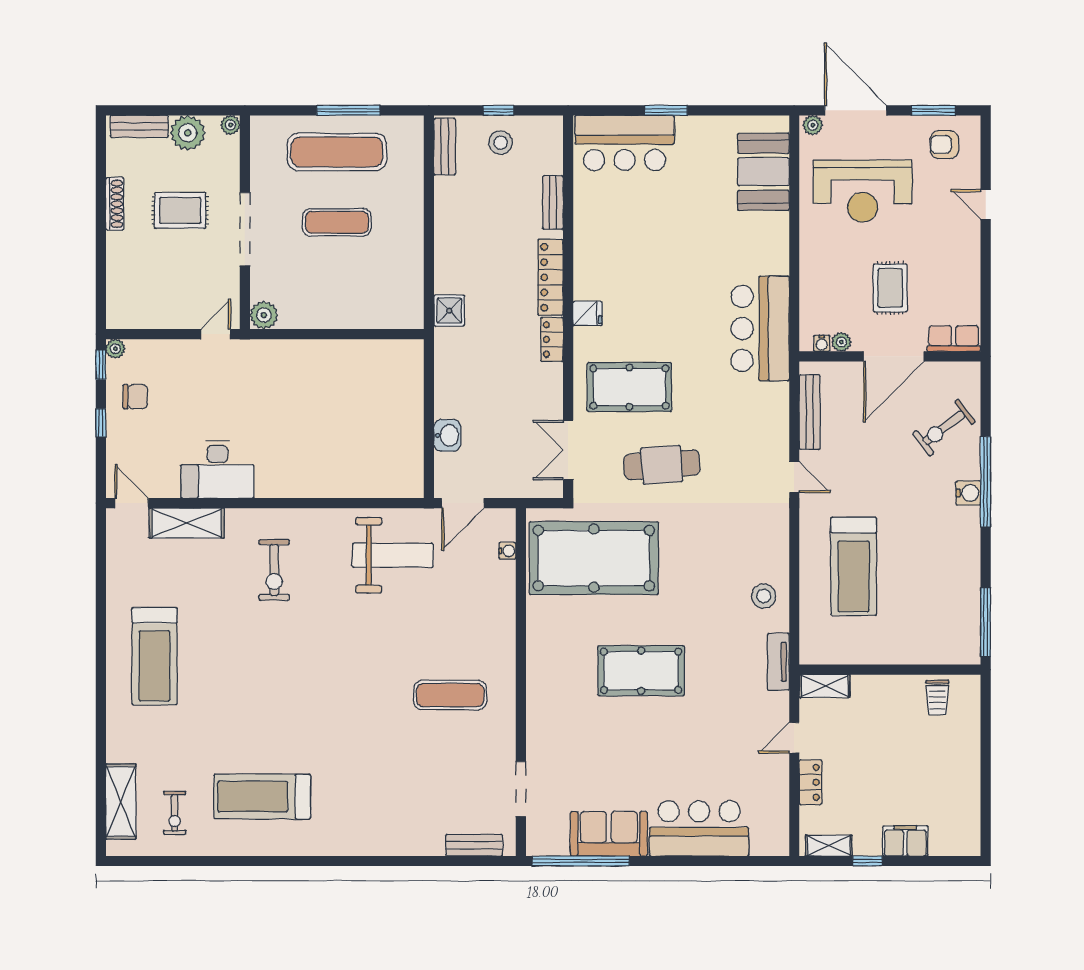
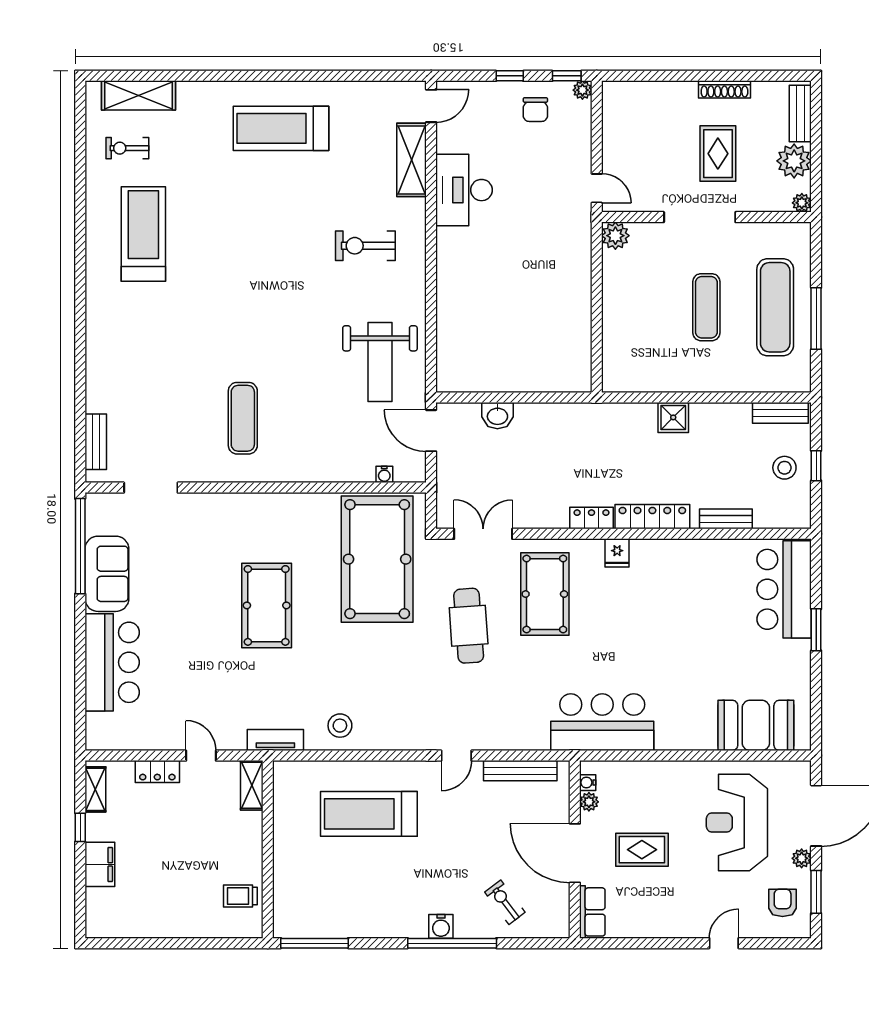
plant: (813, 125) -> (802, 858), moved
shower: (449, 310) -> (673, 417), moved
exercise bike: (944, 428) -> (505, 902), width x0.73, depth x0.72

